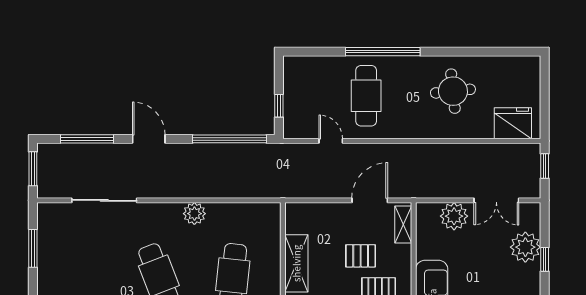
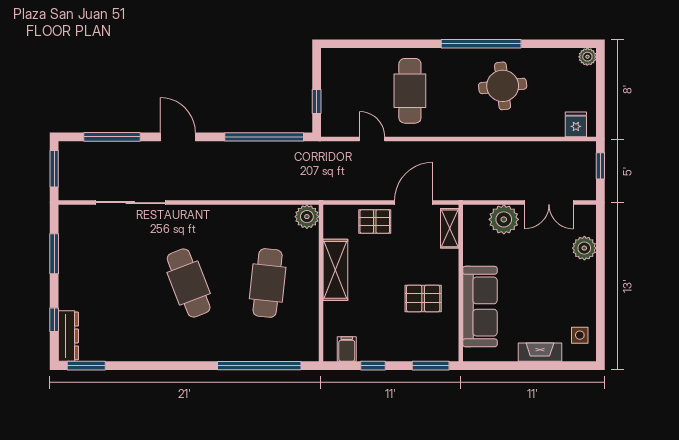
window: (383, 52) -> (481, 44), moved
plant: (532, 64) -> (587, 57), added
fridge: (513, 123) -> (576, 124), width x0.53, depth x0.75
plant: (194, 214) -> (307, 217), moved
plant: (525, 247) -> (584, 248), width x0.73, depth x0.73
pallet: (361, 256) -> (375, 222), moved
window: (545, 259) -> (600, 266), removed

